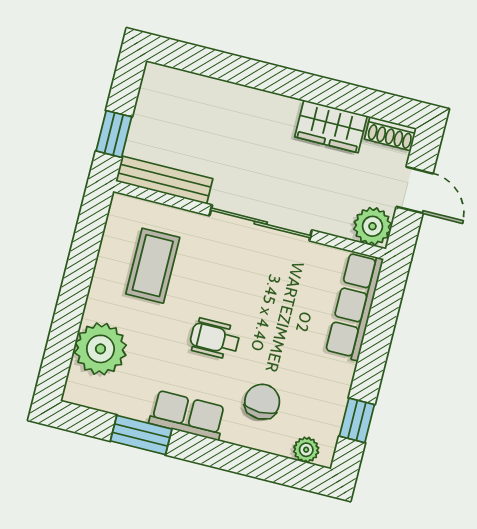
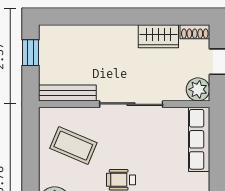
window: (114, 134) -> (31, 53), moved
coffee table: (153, 266) -> (73, 146), turned -67

